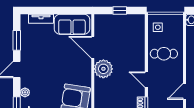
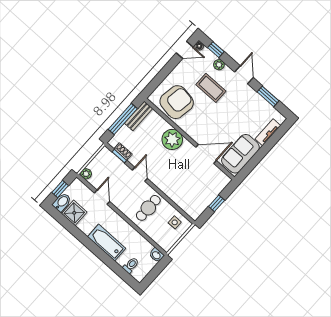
plant: (103, 69) -> (172, 139), moved
door: (146, 80) -> (140, 174), hinge flipped
coffee table: (45, 84) -> (211, 88), added

